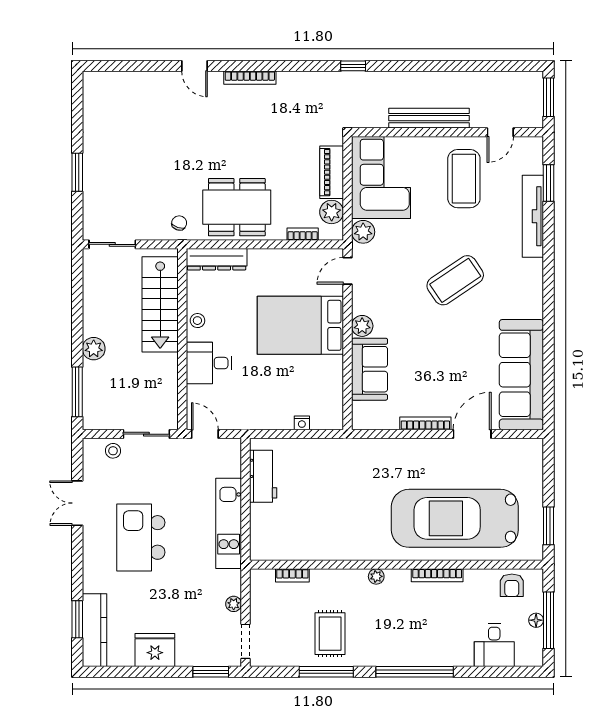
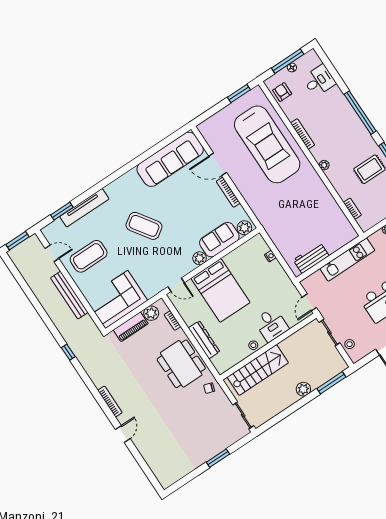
plant: (363, 232) -> (244, 228), moved
dresser: (217, 259) -> (204, 340), moved
armchair: (512, 585) -> (282, 92), turned -90

